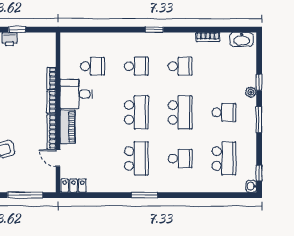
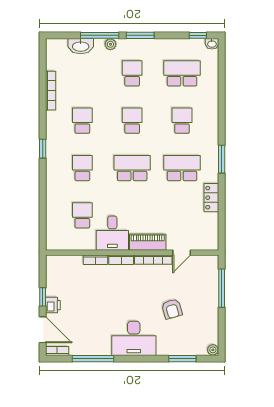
bookcase: (208, 37) -> (51, 91), width x1.56
washbasin: (242, 40) -> (81, 46), moved, turned 90
window: (259, 82) -> (100, 35), width x2.17
school desk: (180, 112) -> (132, 121), width x0.54
locker: (73, 186) -> (211, 198), moved

